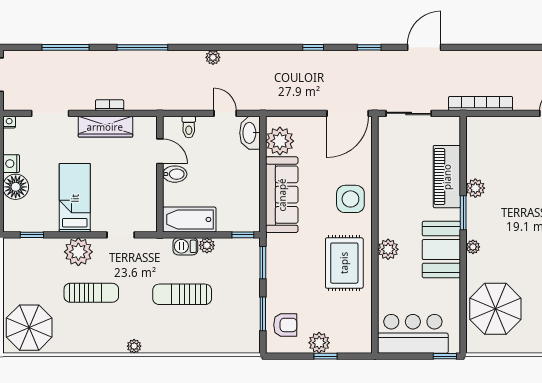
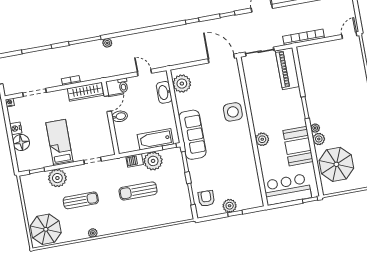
plant: (213, 57) -> (107, 43), moved
door: (348, 113) -> (221, 59), swing flipped
wardrobe: (105, 127) -> (85, 92), moved
washbasin: (250, 133) -> (164, 92), moved
door: (160, 151) -> (108, 104), hinge flipped
piano: (447, 177) -> (287, 69), moved
plant: (475, 188) -> (319, 139), moved
sofa: (282, 195) -> (192, 135), moved
bathtub: (189, 219) -> (155, 139), moved
plant: (207, 245) -> (153, 161), width x1.88, depth x1.88
booth: (441, 250) -> (298, 146), moved
plant: (78, 252) -> (57, 178), moved
rug: (344, 263) -> (236, 153), removed
armchair: (285, 325) -> (206, 198), turned -89
plant: (134, 346) -> (93, 233), moved

